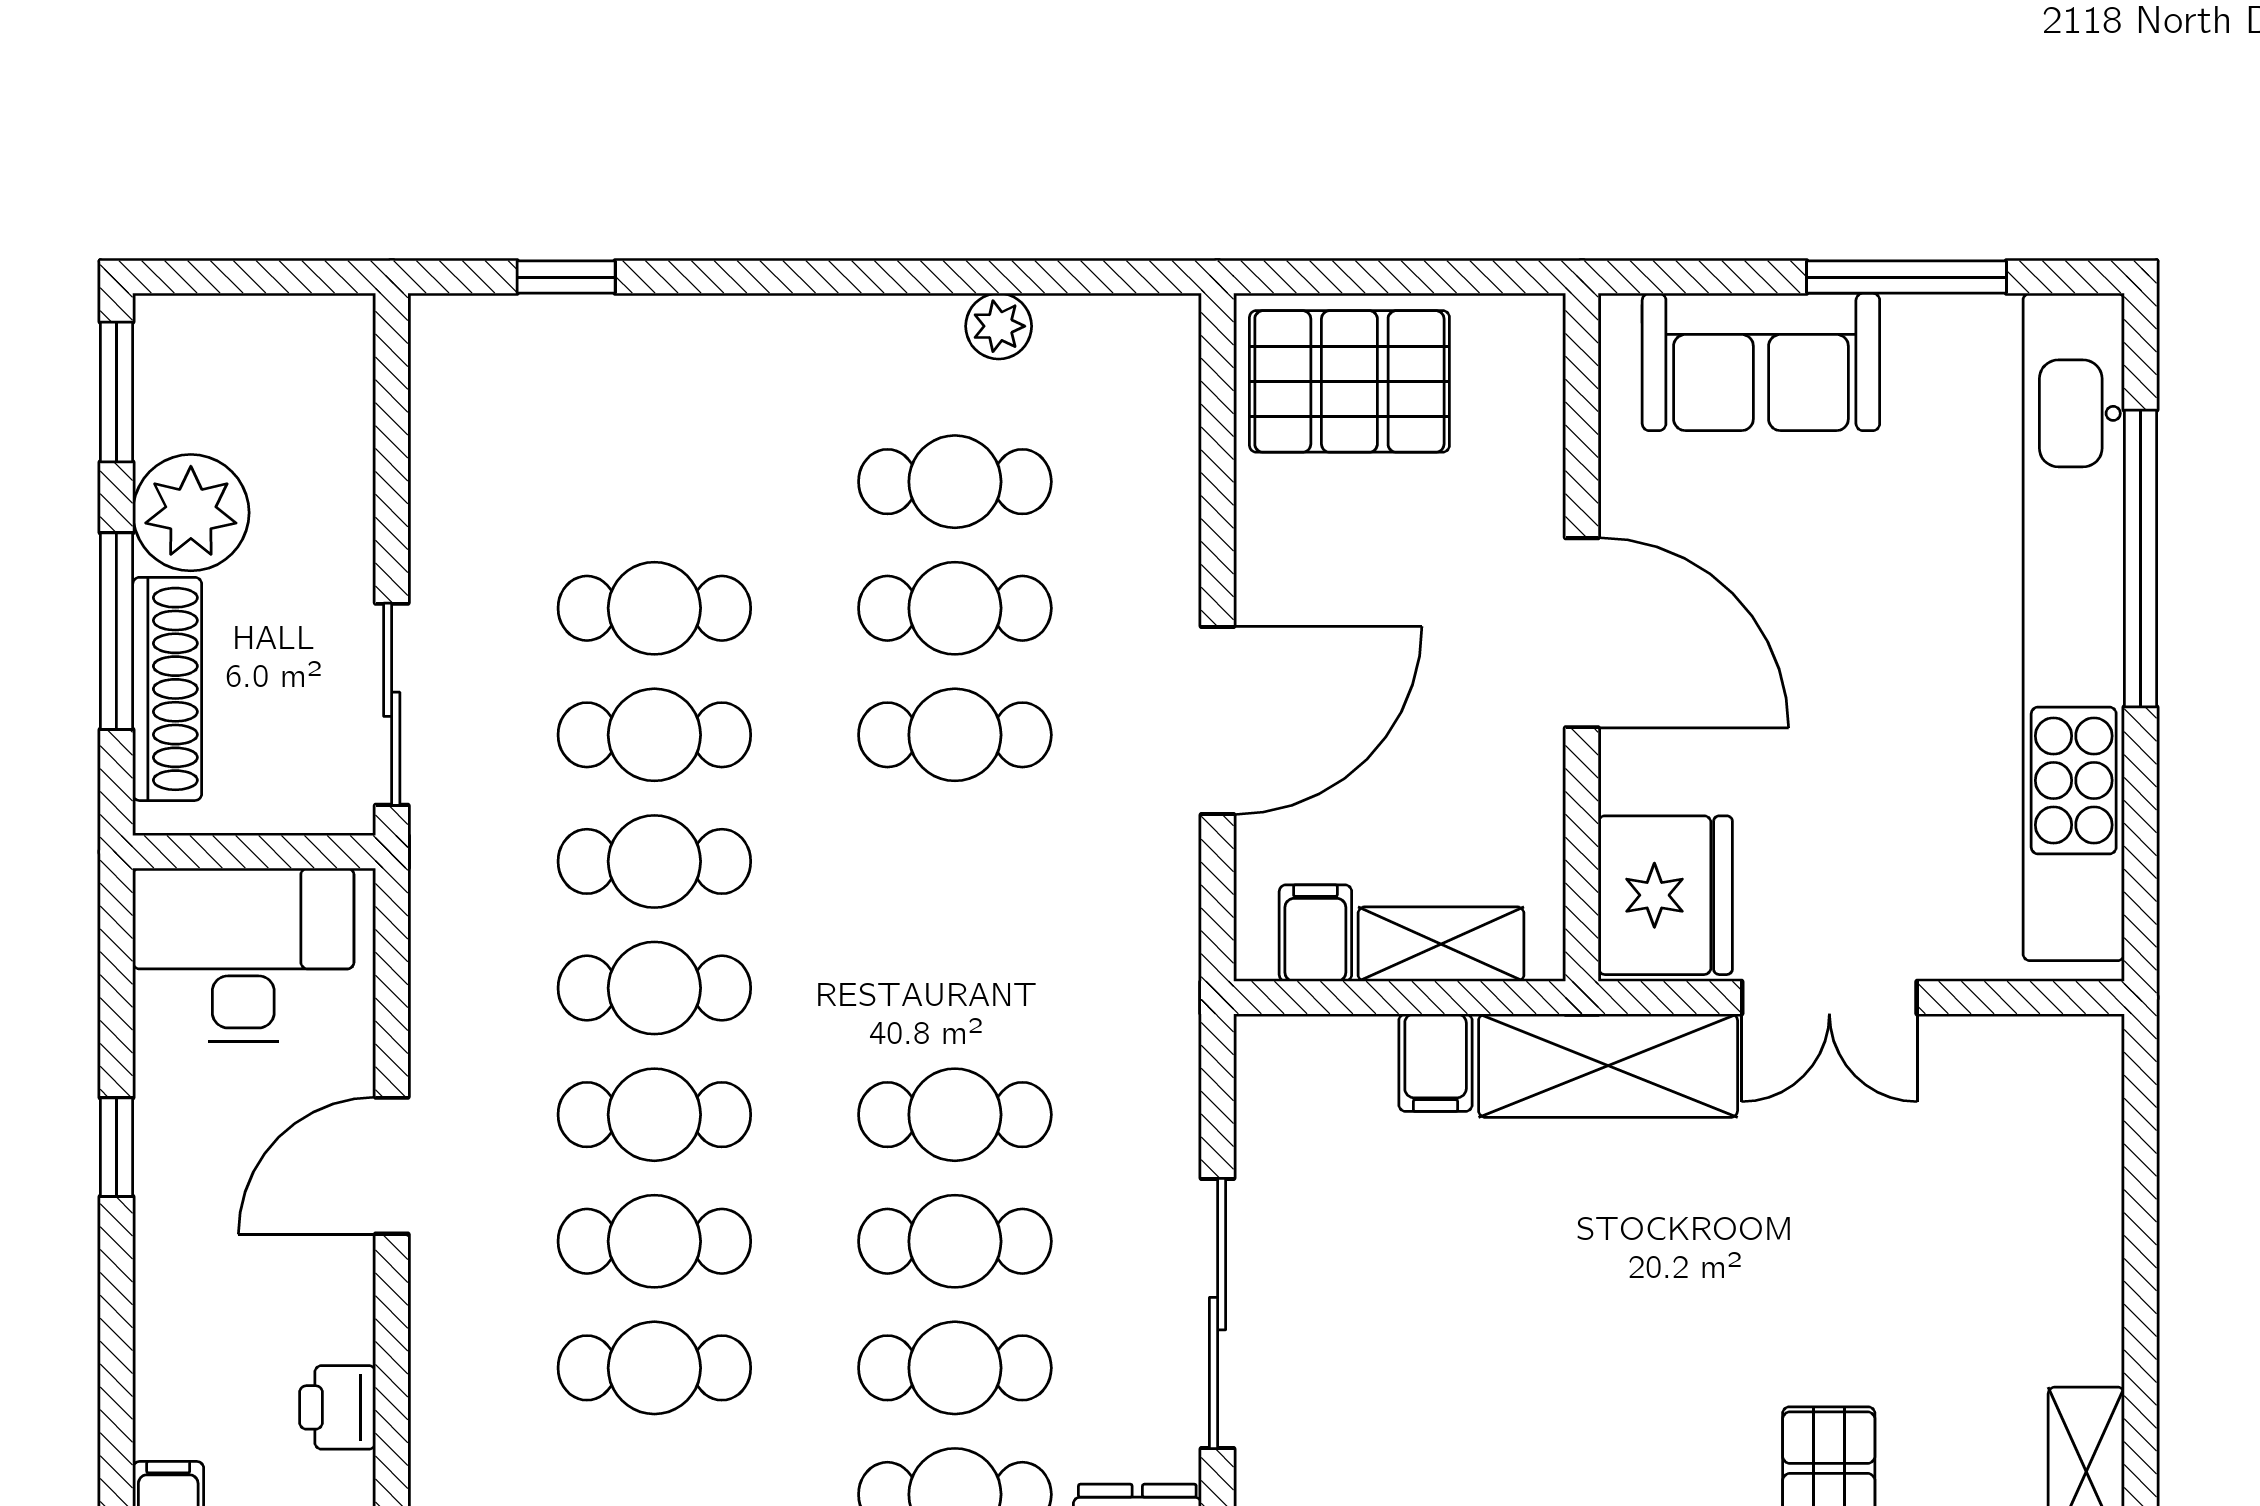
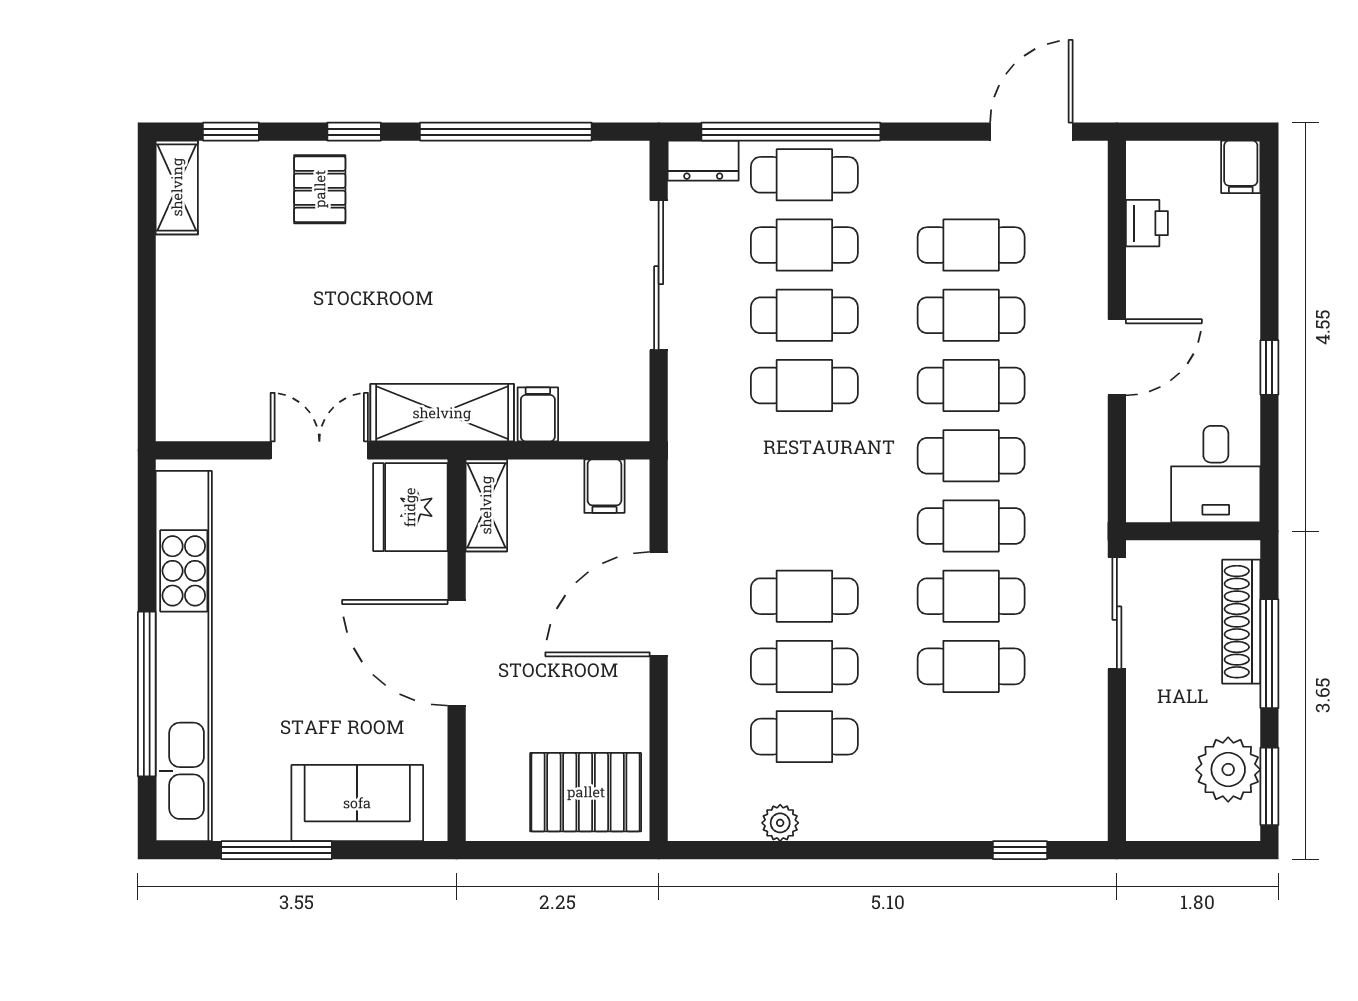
plant: (191, 513) -> (1228, 770), moved
shelving: (1441, 944) -> (486, 505), moved, turned 90
desk: (243, 955) -> (1216, 474), width x0.73

